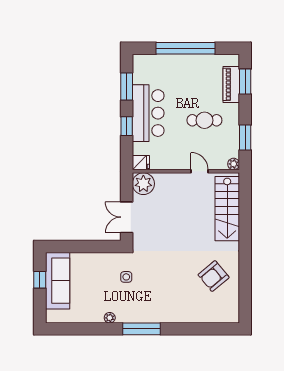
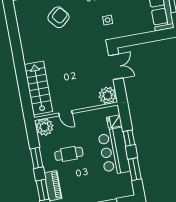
window: (245, 137) -> (37, 158), moved
fridge: (141, 163) -> (114, 122), moved
plant: (234, 164) -> (44, 127), width x1.87, depth x1.87
armchair: (214, 276) -> (58, 17), moved

